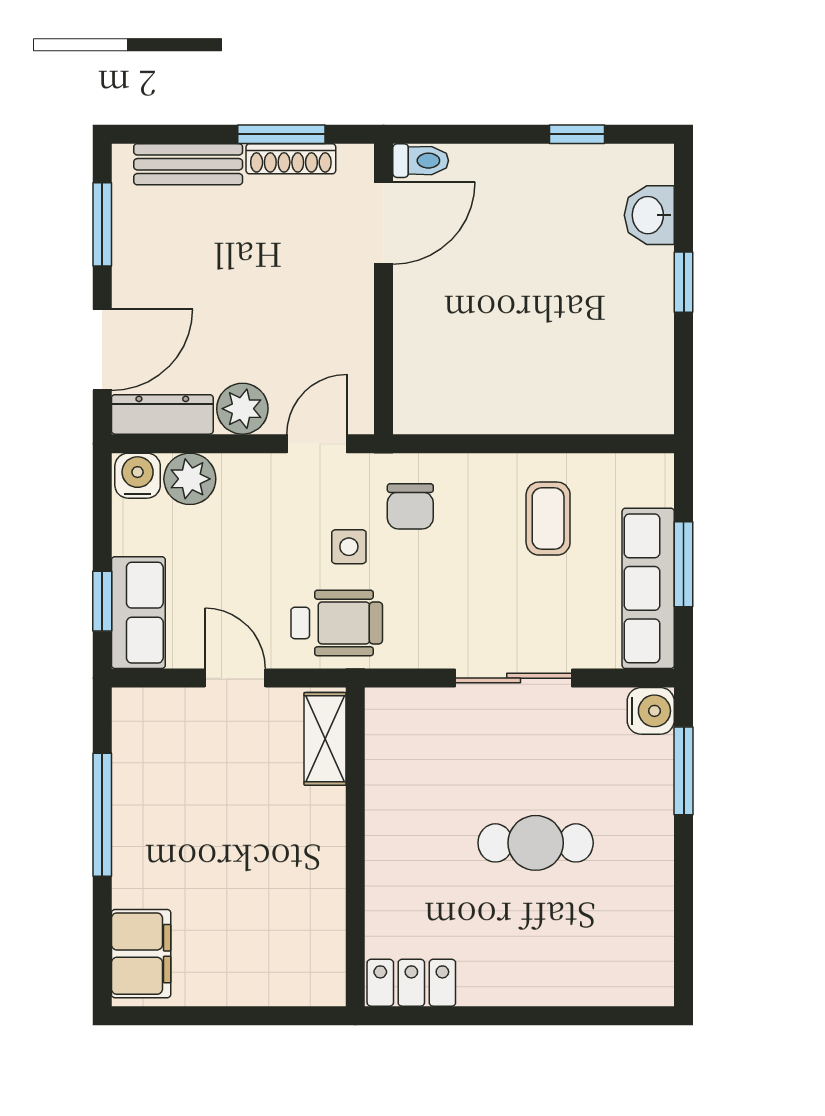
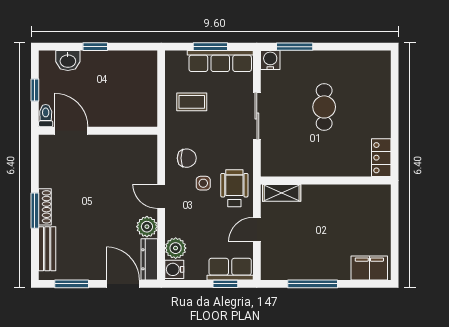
toilet: (421, 161) -> (46, 116), moved
door: (383, 223) -> (71, 131), moved
wall: (383, 289) -> (98, 131), moved

